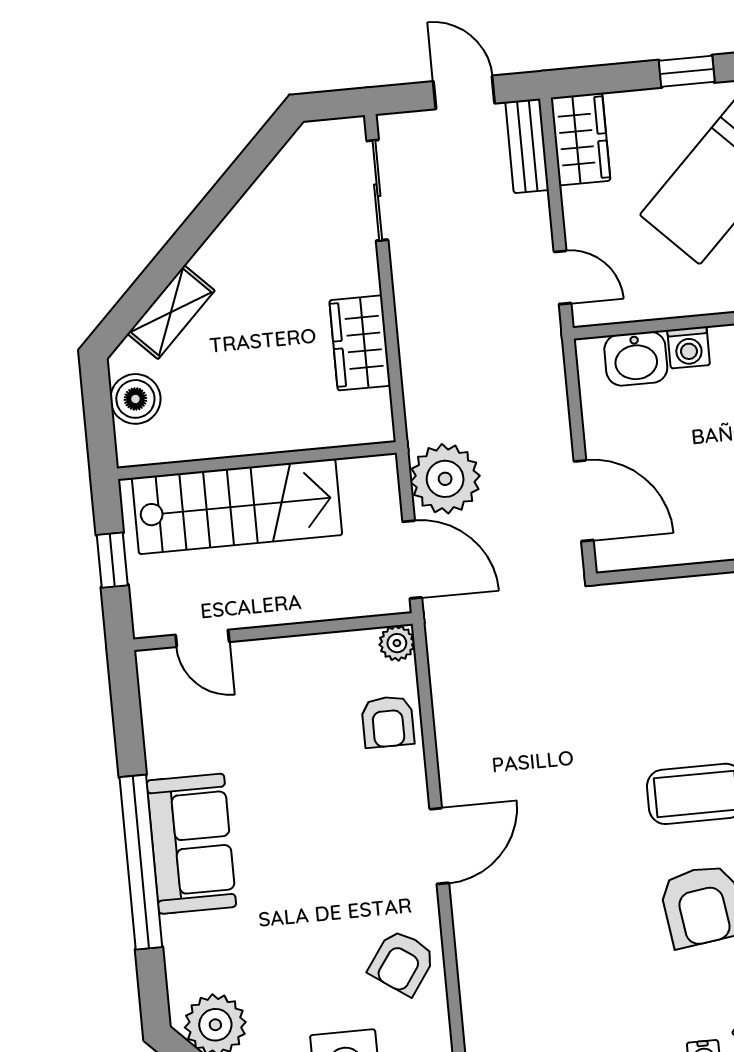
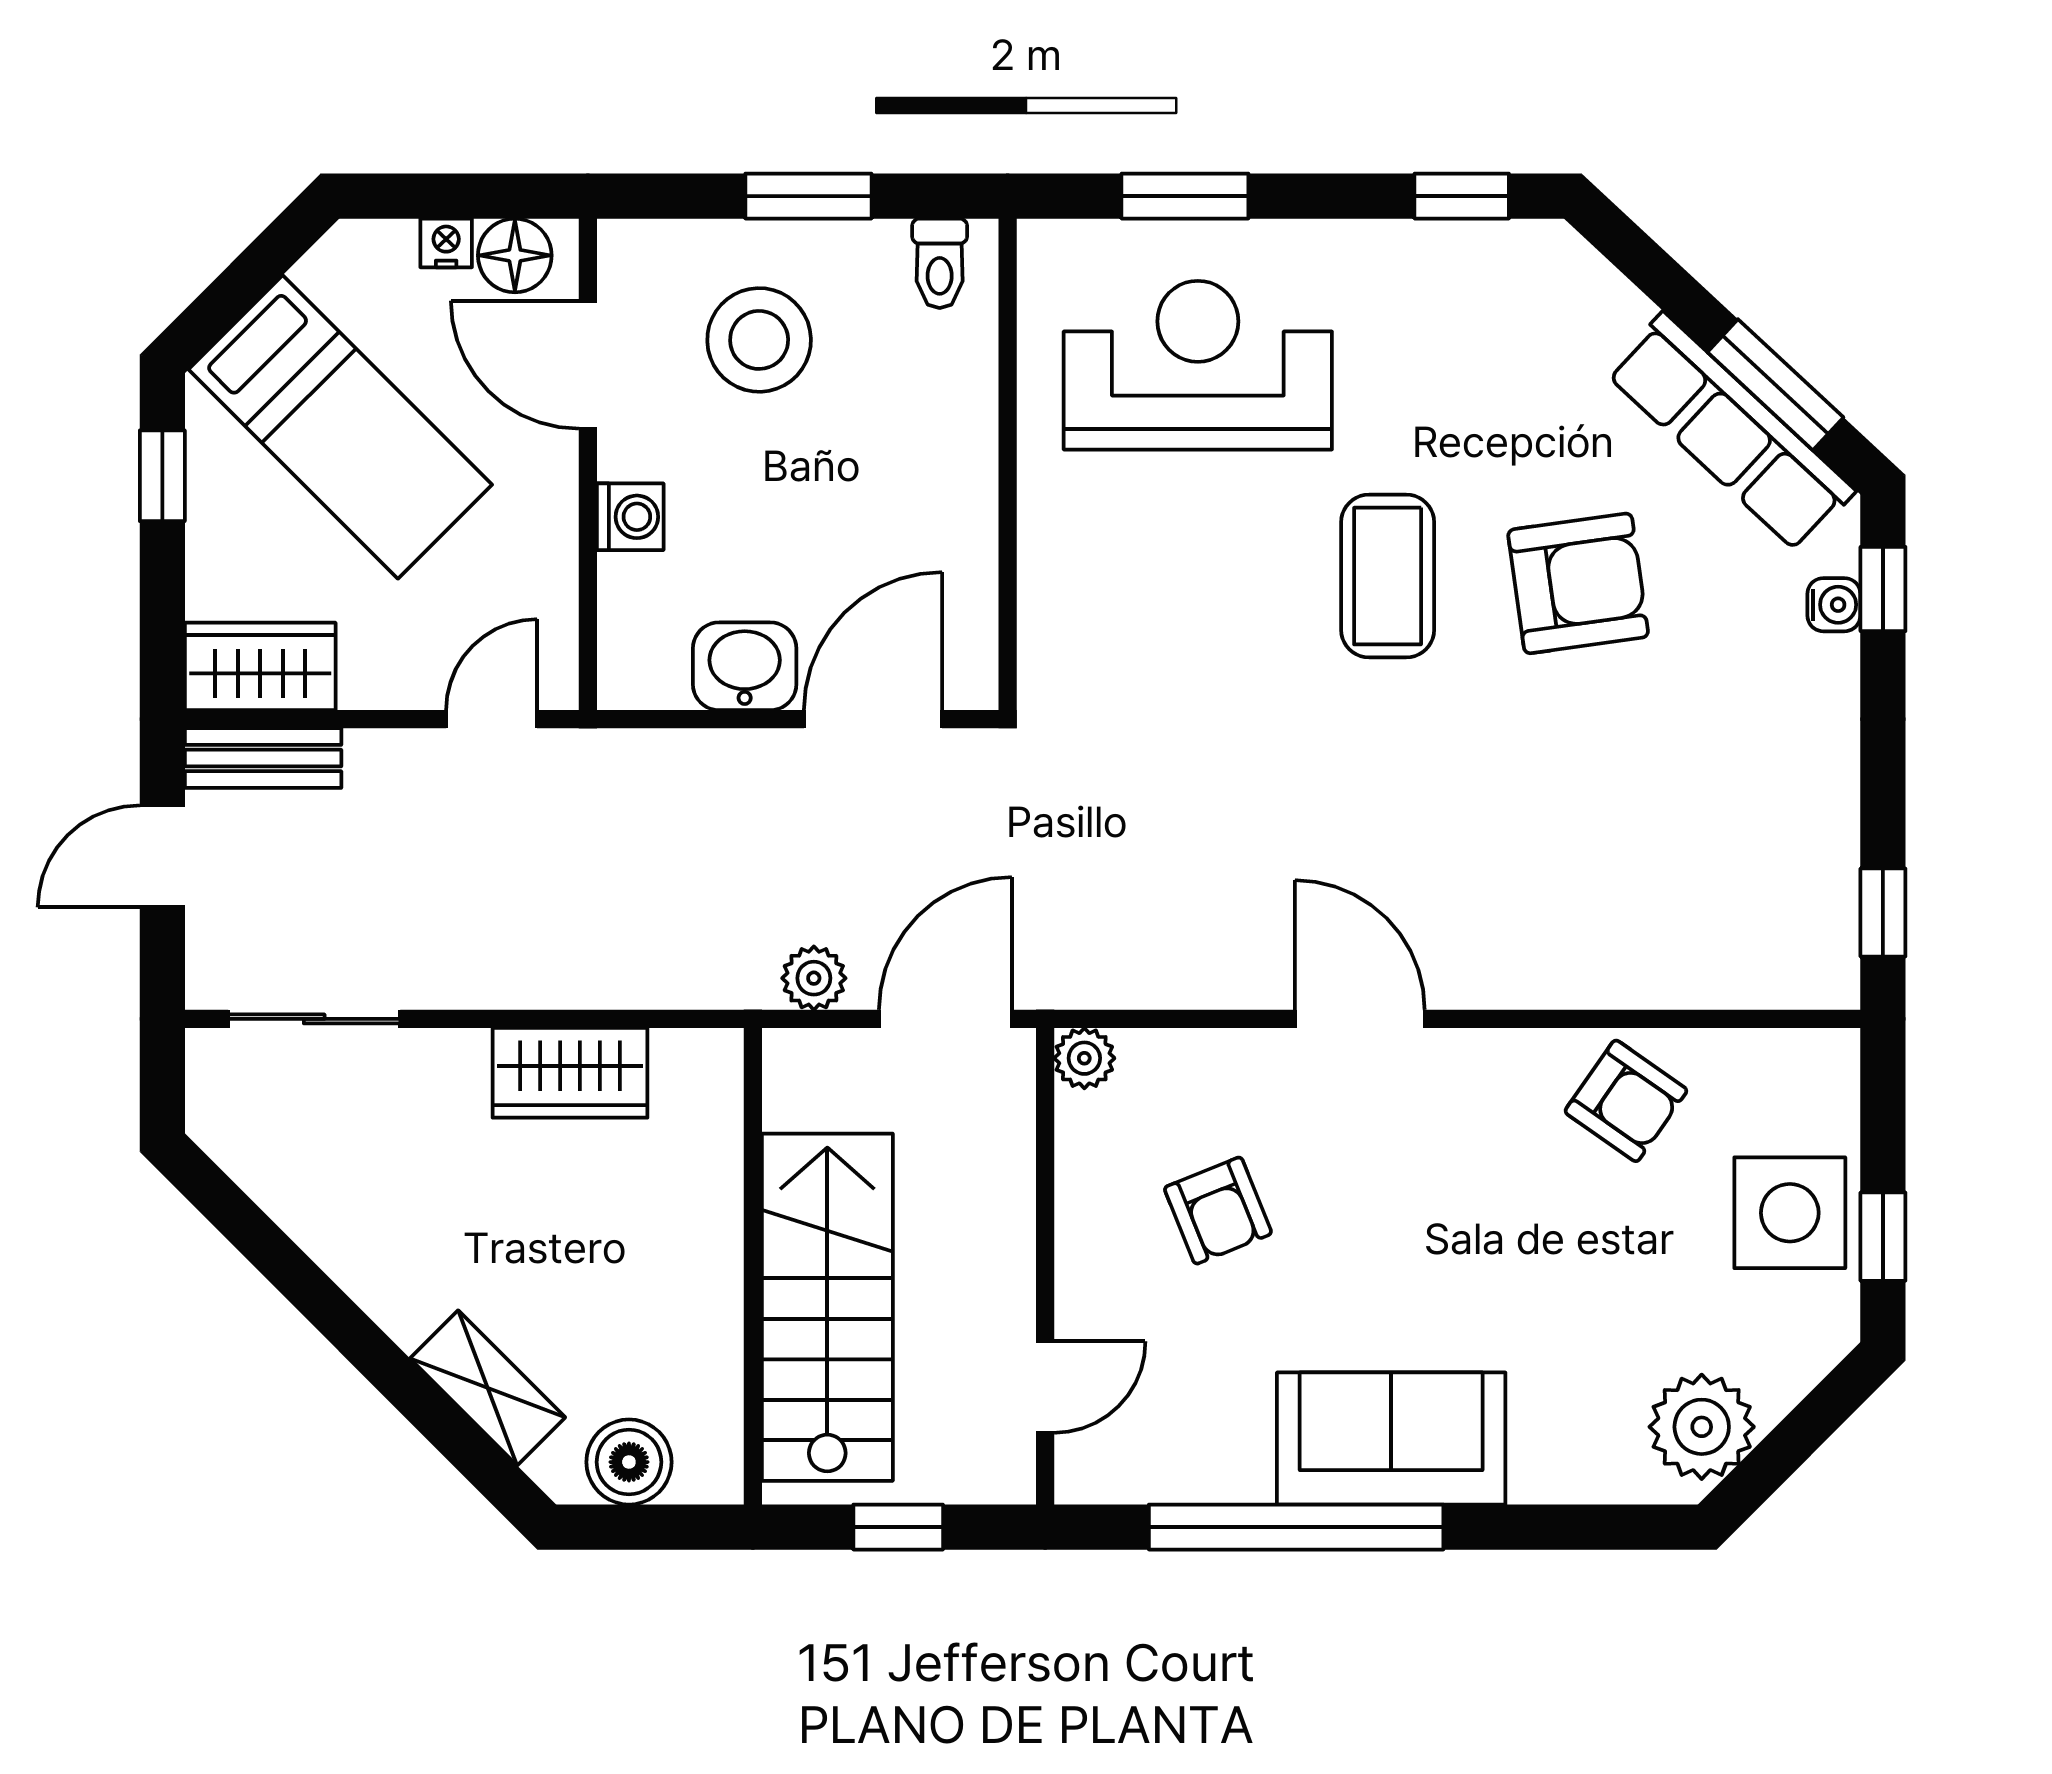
washbasin: (636, 359) -> (745, 666), moved, turned -90
plant: (445, 479) -> (814, 978), width x0.53, depth x0.53
armchair: (388, 722) -> (1218, 1211), moved, turned 68
door: (439, 846) -> (1360, 1019), moved
window: (141, 862) -> (1296, 1527), moved

